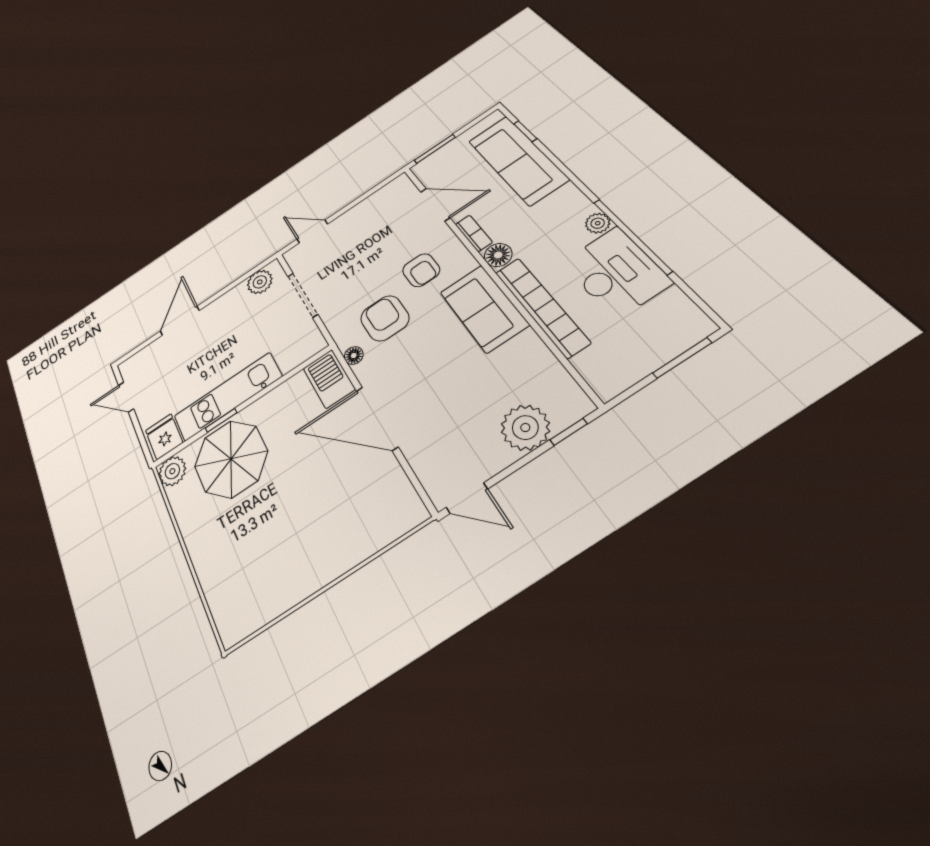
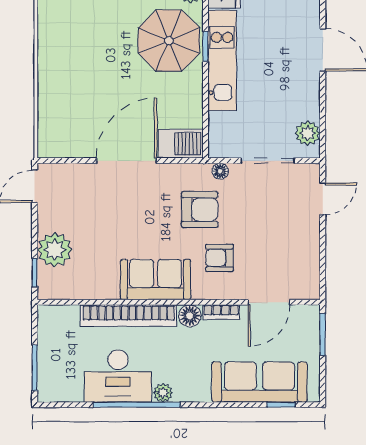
floor lamp: (354, 355) -> (220, 171), moved

